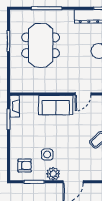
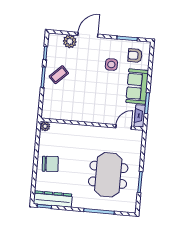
door: (83, 94) -> (124, 127), moved
sofa: (56, 105) -> (137, 86), moved, turned -90
plant: (53, 174) -> (70, 41), moved

